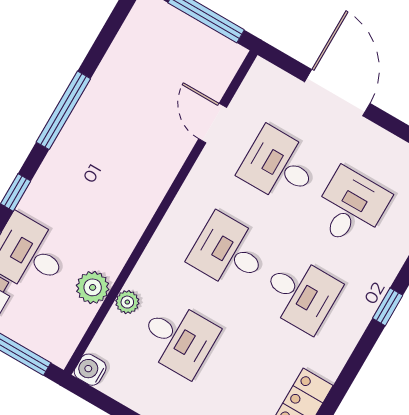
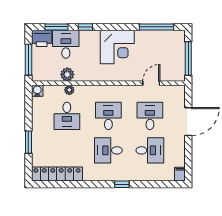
window: (63, 110) -> (156, 27), moved
corner desk: (96, 150) -> (117, 47), added
desk: (301, 294) -> (108, 150), turned 90

